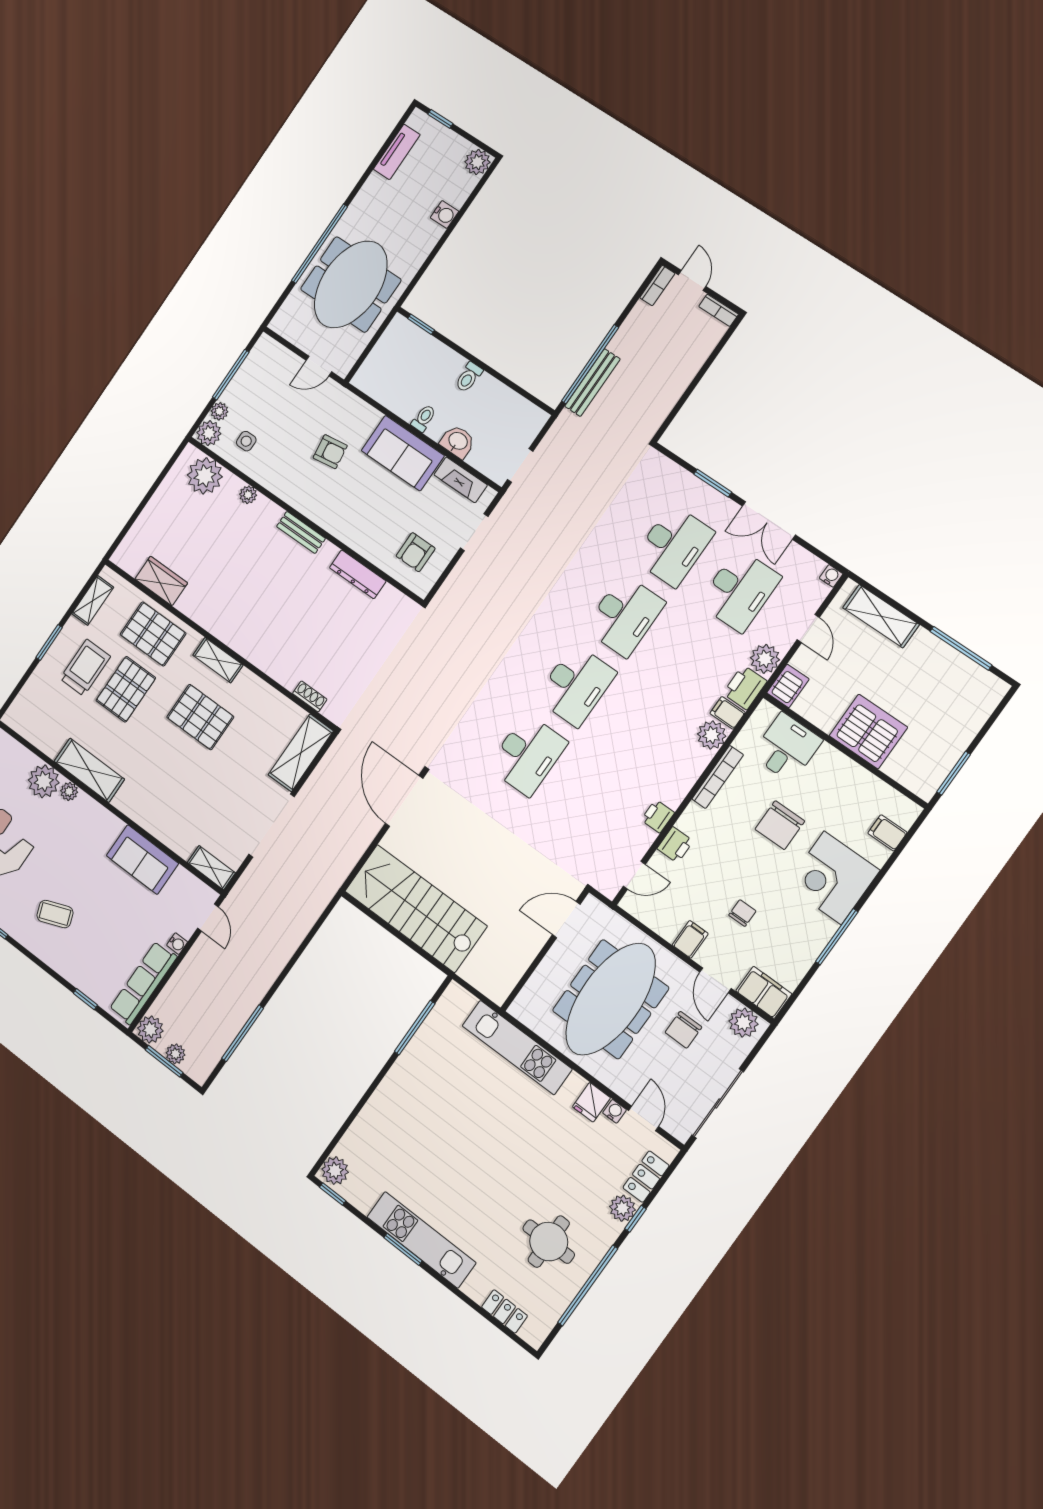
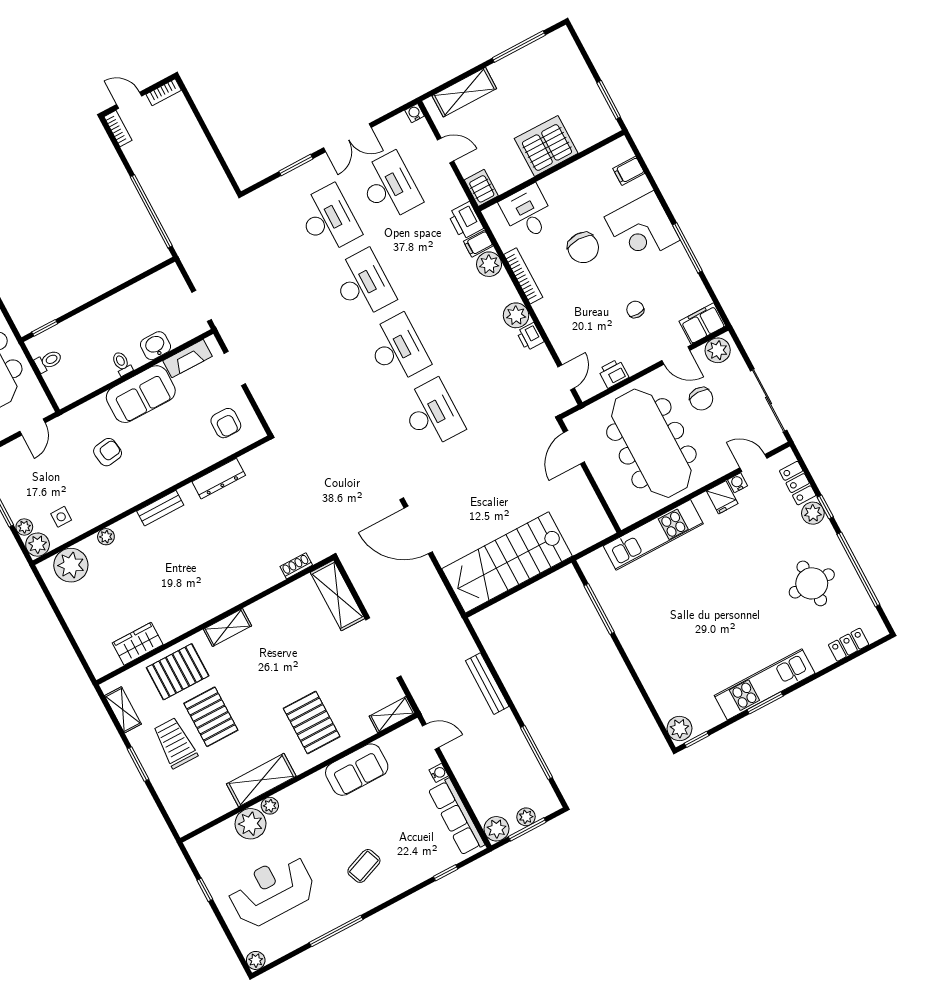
toilet: (469, 377) -> (48, 361), moved, turned -90
bench: (592, 383) -> (487, 684), moved
plant: (765, 659) -> (516, 315), moved
pallet: (200, 717) -> (312, 722), moved, turned 90
printer: (675, 845) -> (613, 373), moved, turned -90
filing cabinet: (690, 939) -> (636, 359), removed

